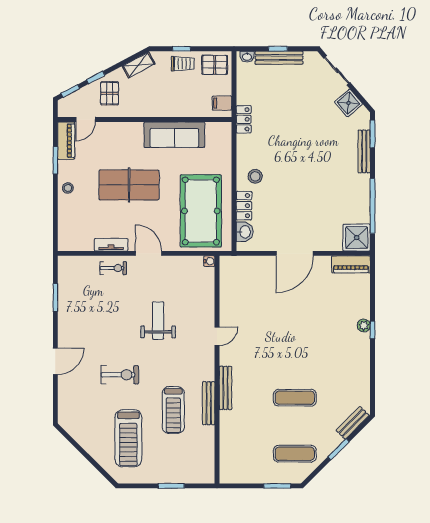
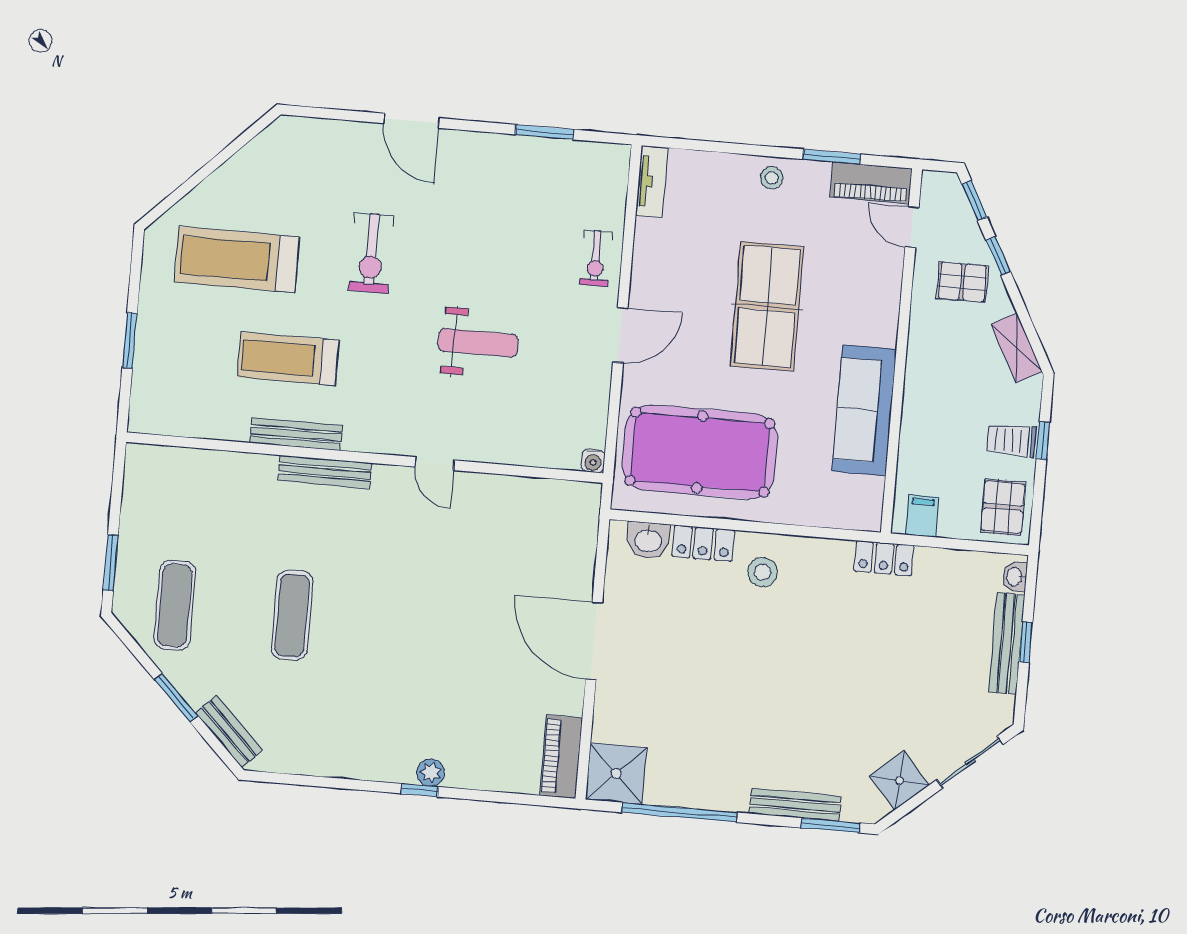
trolley: (183, 64) -> (1011, 440), turned 90
tv unit: (111, 245) -> (652, 181), moved

